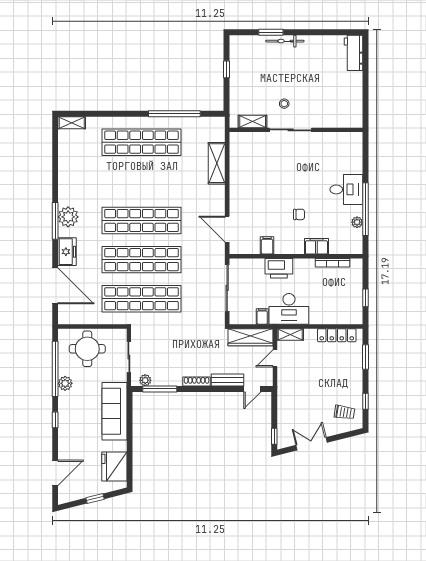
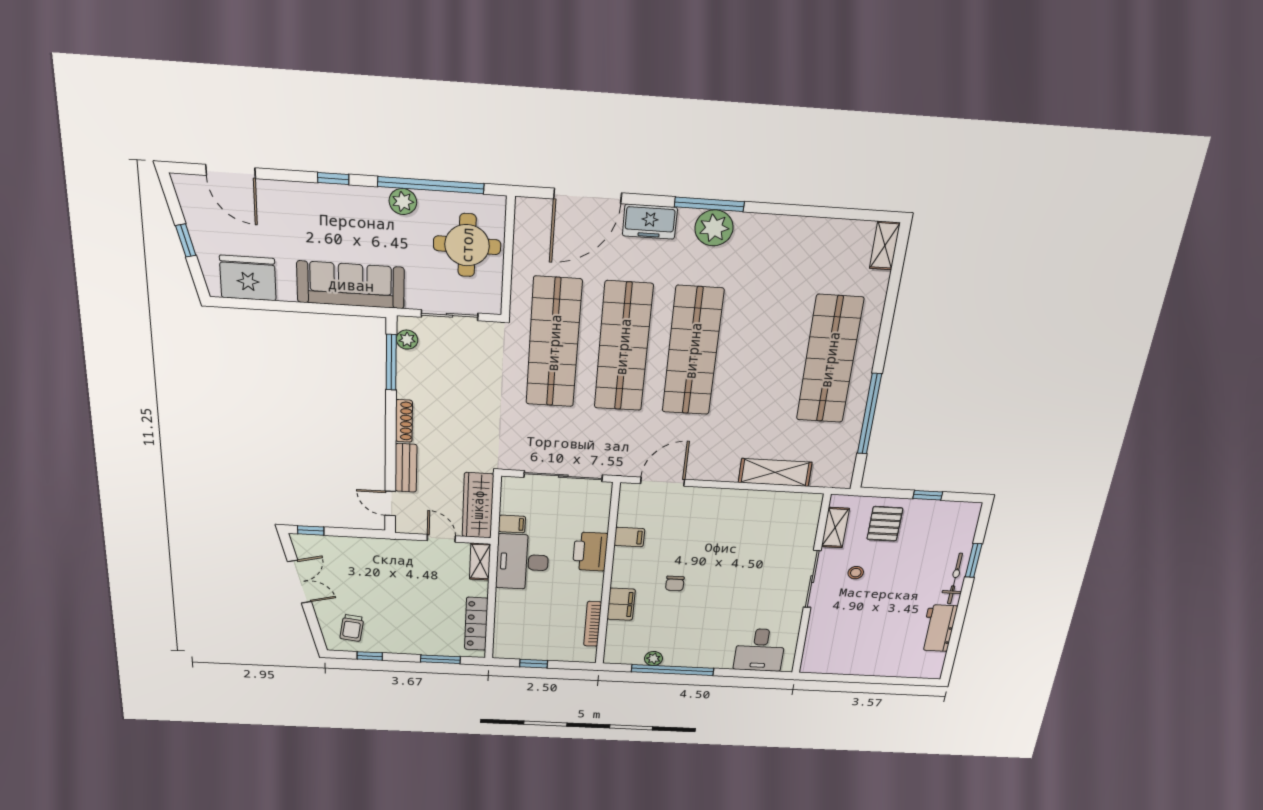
workbench: (354, 53) -> (938, 628), moved, turned -90
pallet: (248, 92) -> (885, 524), added
desk: (346, 189) -> (760, 650), moved

